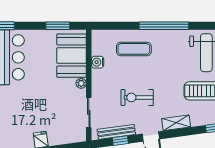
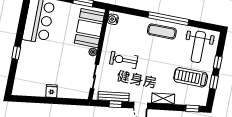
exercise mat: (134, 49) -> (162, 31), moved
water cooler: (98, 62) -> (113, 19), moved
exercise bike: (137, 97) -> (124, 60), moved

